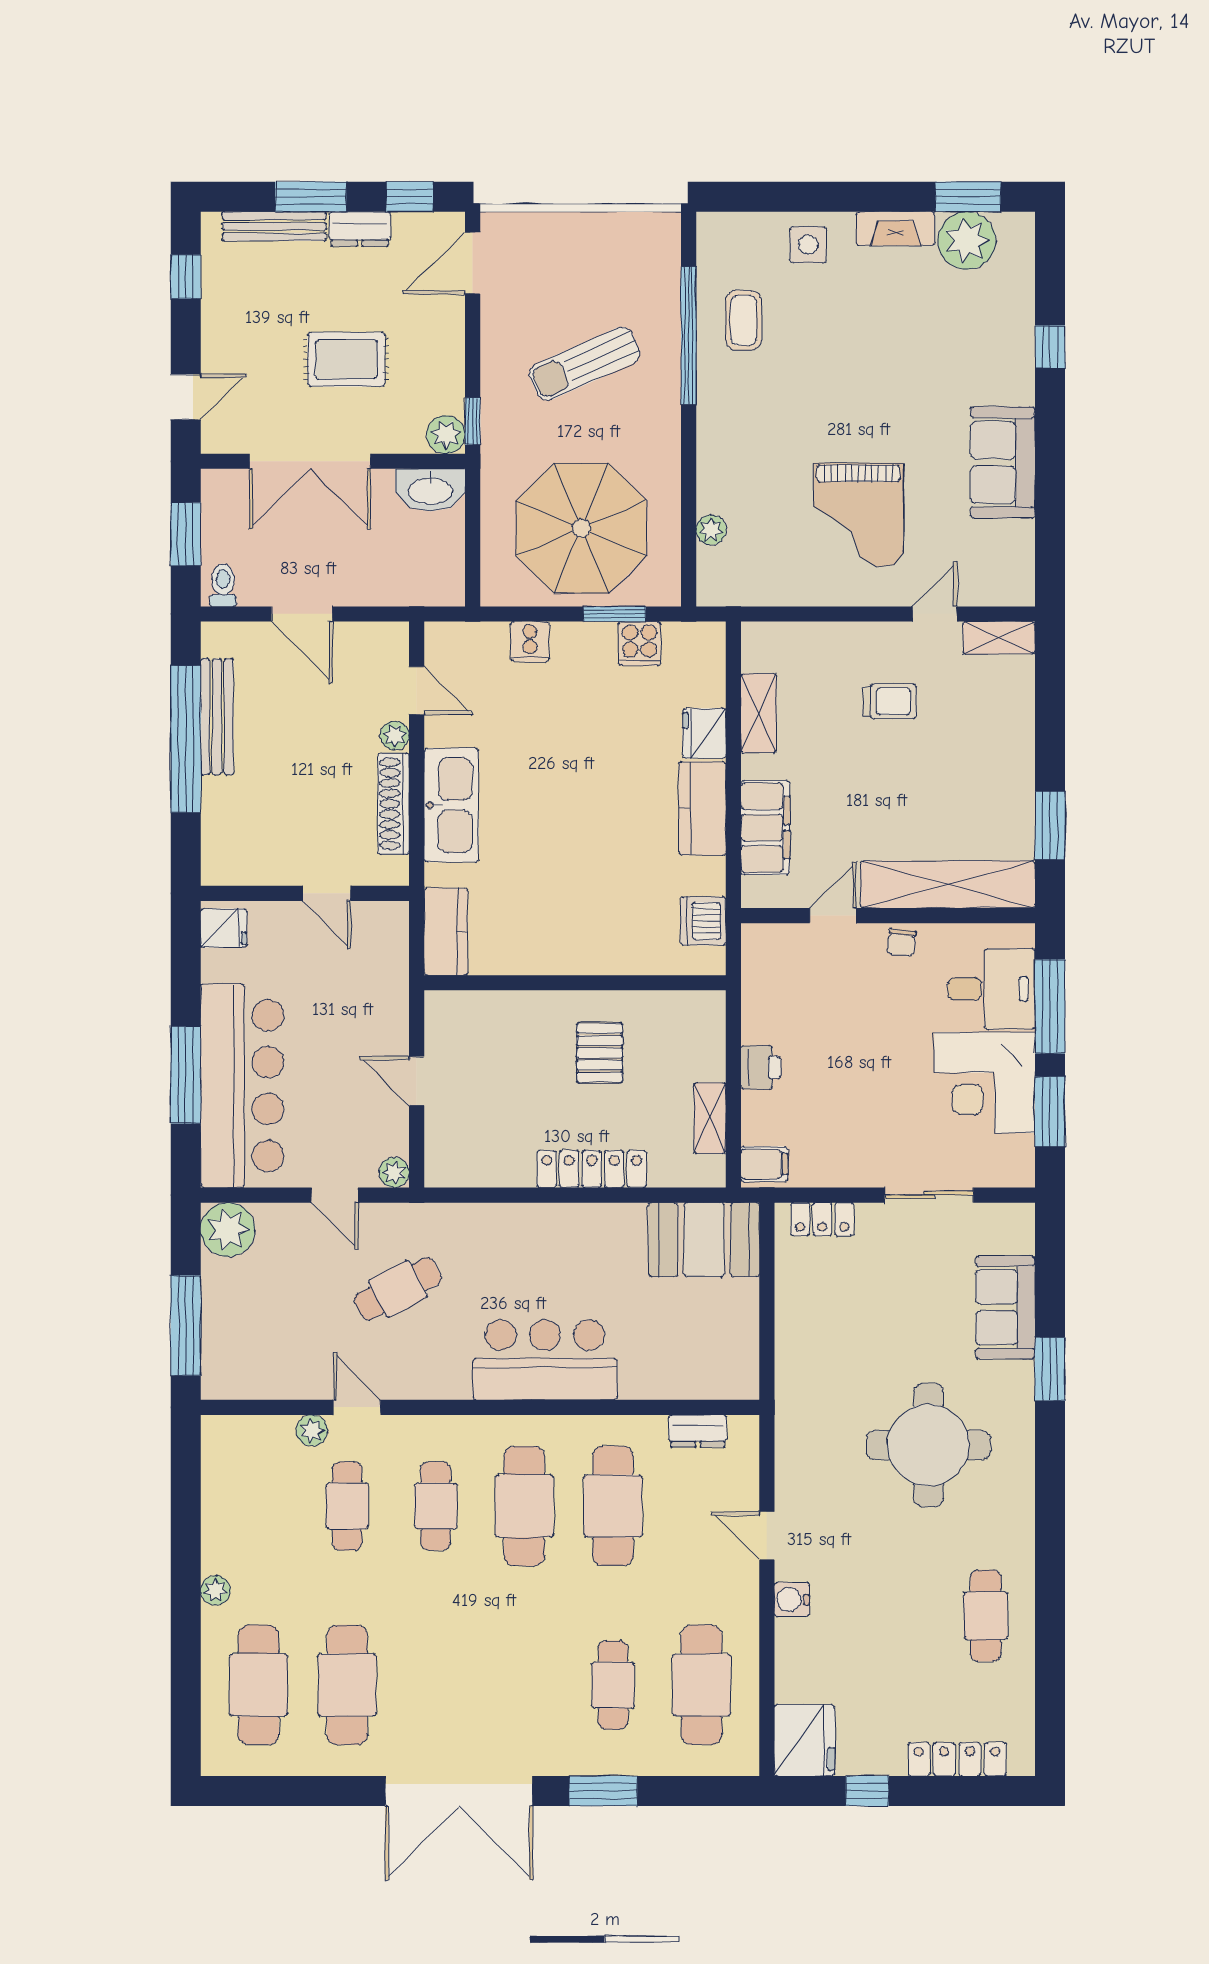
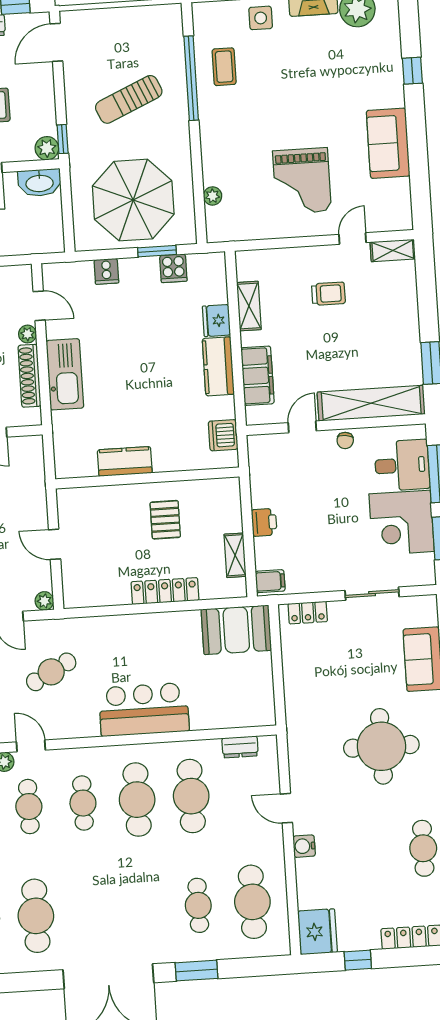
kitchen counter: (446, 932) -> (125, 461), moved, turned -90

